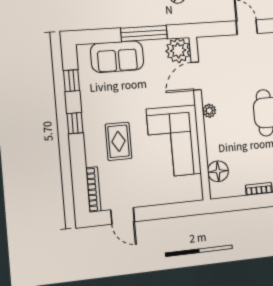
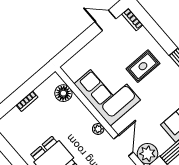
rug: (118, 141) -> (143, 66), turned 90
bookcase: (93, 189) -> (132, 19), width x0.64

